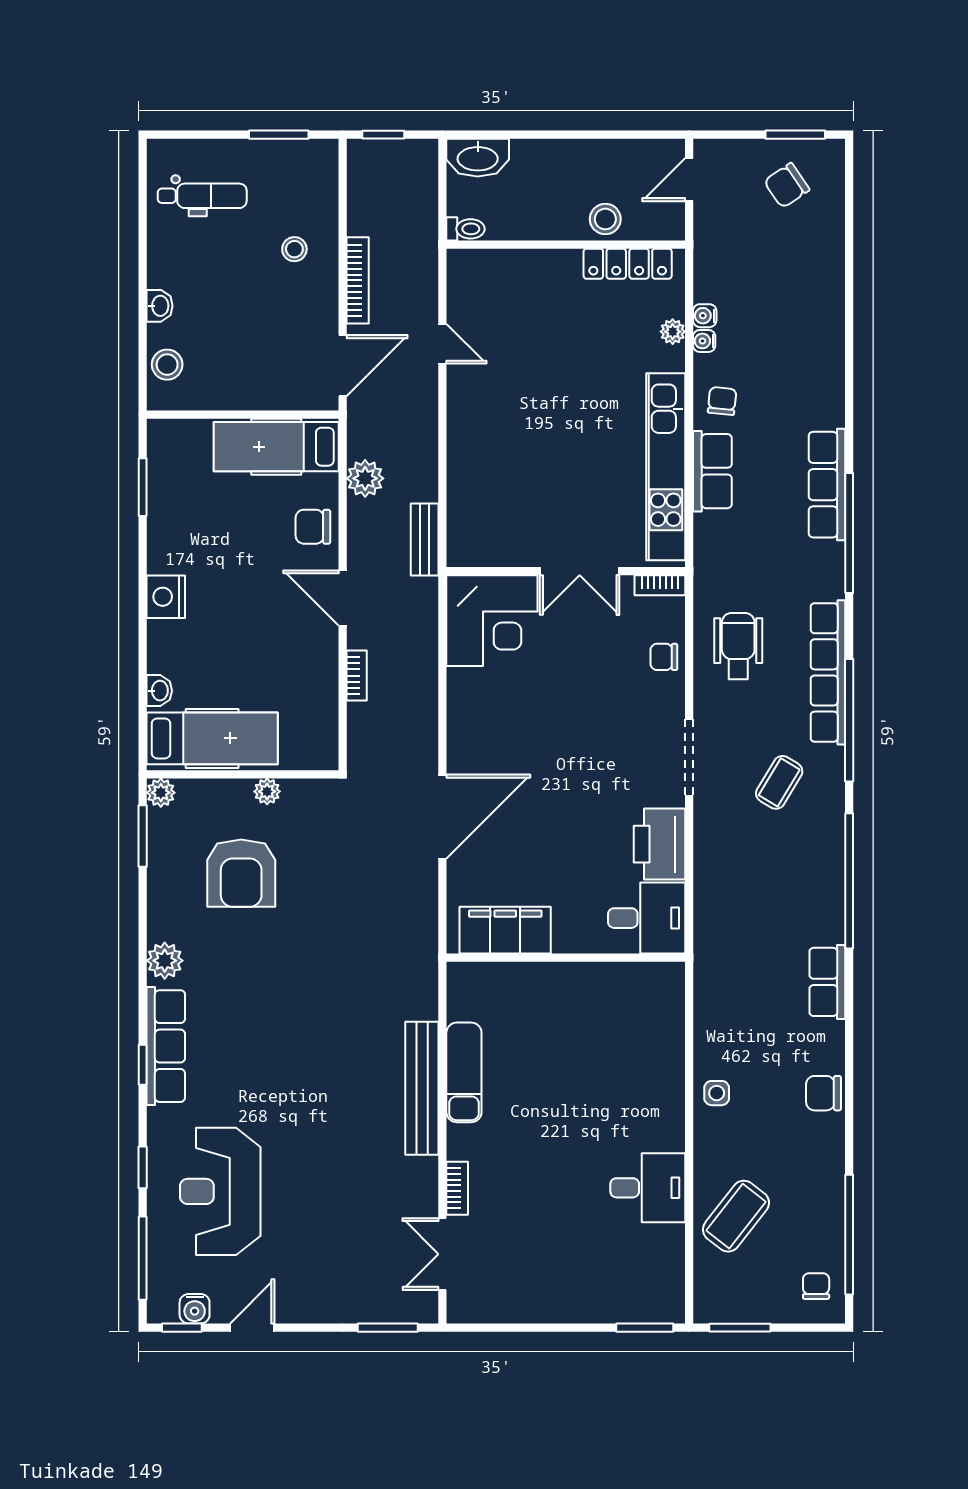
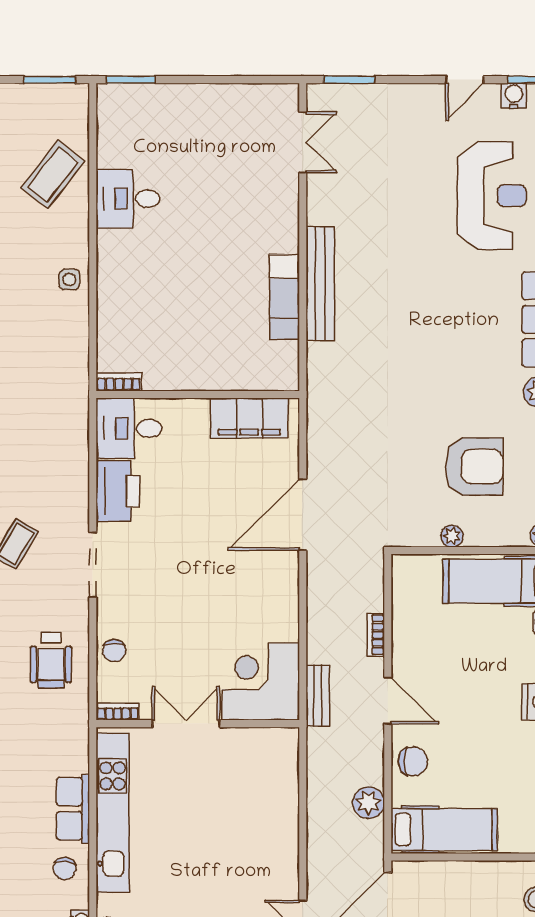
bench: (425, 540) -> (318, 696), moved
chair: (664, 657) -> (114, 651), turned 90
armchair: (241, 873) -> (474, 467), turned 90
bookcase: (457, 1188) -> (119, 382), moved, turned 90

